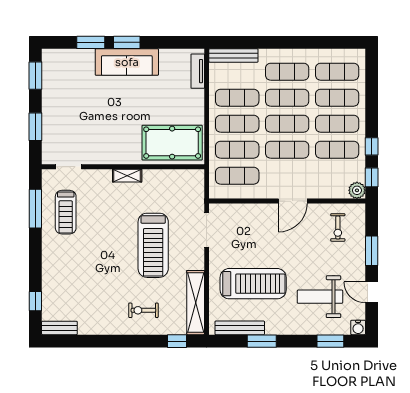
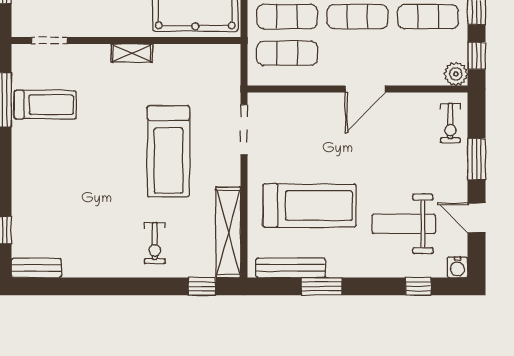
treadmill: (66, 212) -> (45, 105), turned -90
exercise bike: (338, 227) -> (450, 123), moved
exercise bike: (143, 310) -> (155, 243), turned -90
window: (330, 341) -> (418, 286), width x0.67

